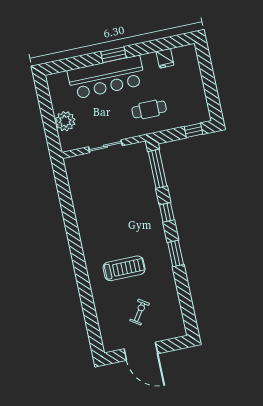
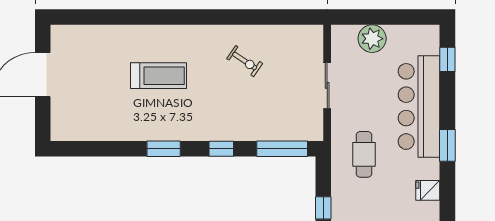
window: (113, 55) -> (447, 145), moved
window: (69, 64) -> (447, 59), added
treadmill: (124, 268) -> (158, 76), turned -90
exercise bike: (140, 312) -> (245, 61), moved

